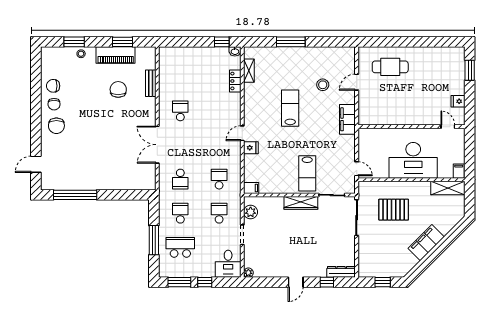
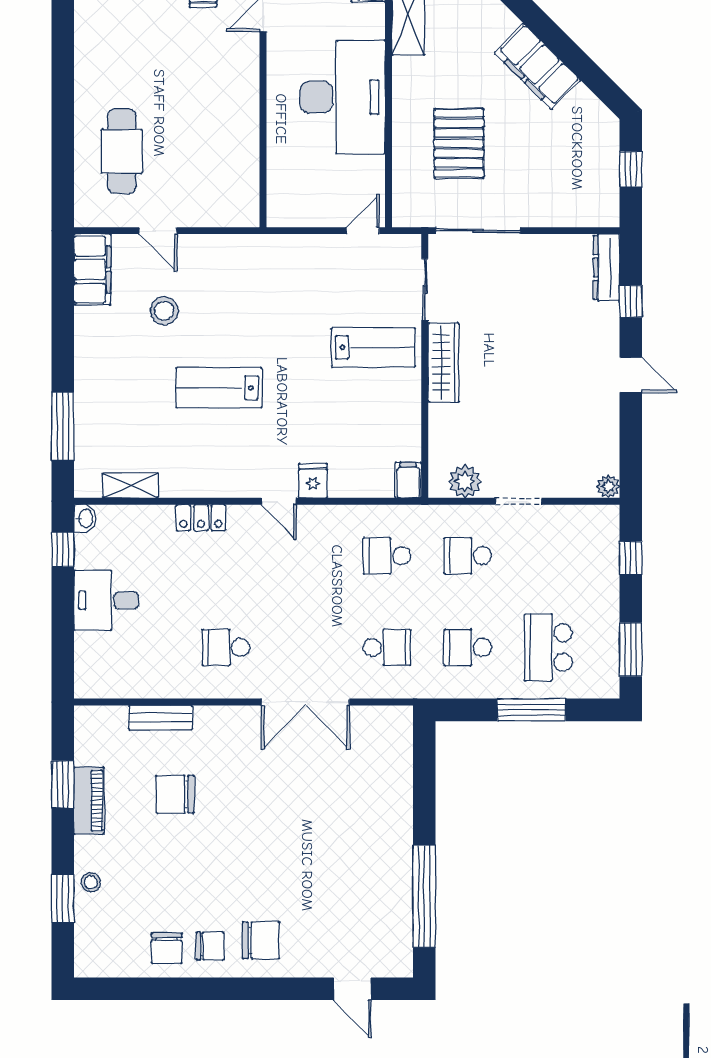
window: (291, 42) -> (63, 427), moved
piano: (116, 55) -> (89, 800), width x0.73, depth x0.75
locker: (235, 81) -> (201, 518), moved
filing cabinet: (347, 119) -> (92, 269), moved, turned -90
desk: (228, 264) -> (106, 600), moved, turned 180
window: (205, 282) -> (631, 558), moved

